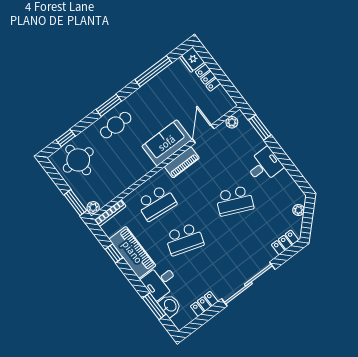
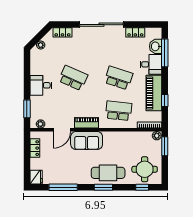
locker: (208, 78) -> (35, 148), moved
cafe table: (116, 125) -> (108, 173), width x1.37, depth x1.35
window: (154, 306) -> (165, 53), width x1.44

